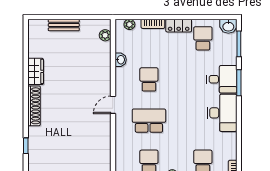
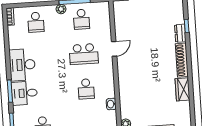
door: (113, 105) -> (114, 49), moved
dresser: (34, 138) -> (180, 33), added

